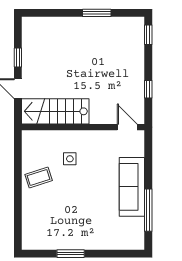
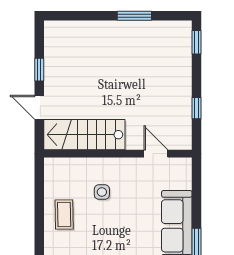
door: (127, 127) -> (156, 154), moved
coffee table: (39, 177) -> (64, 214), turned -73

